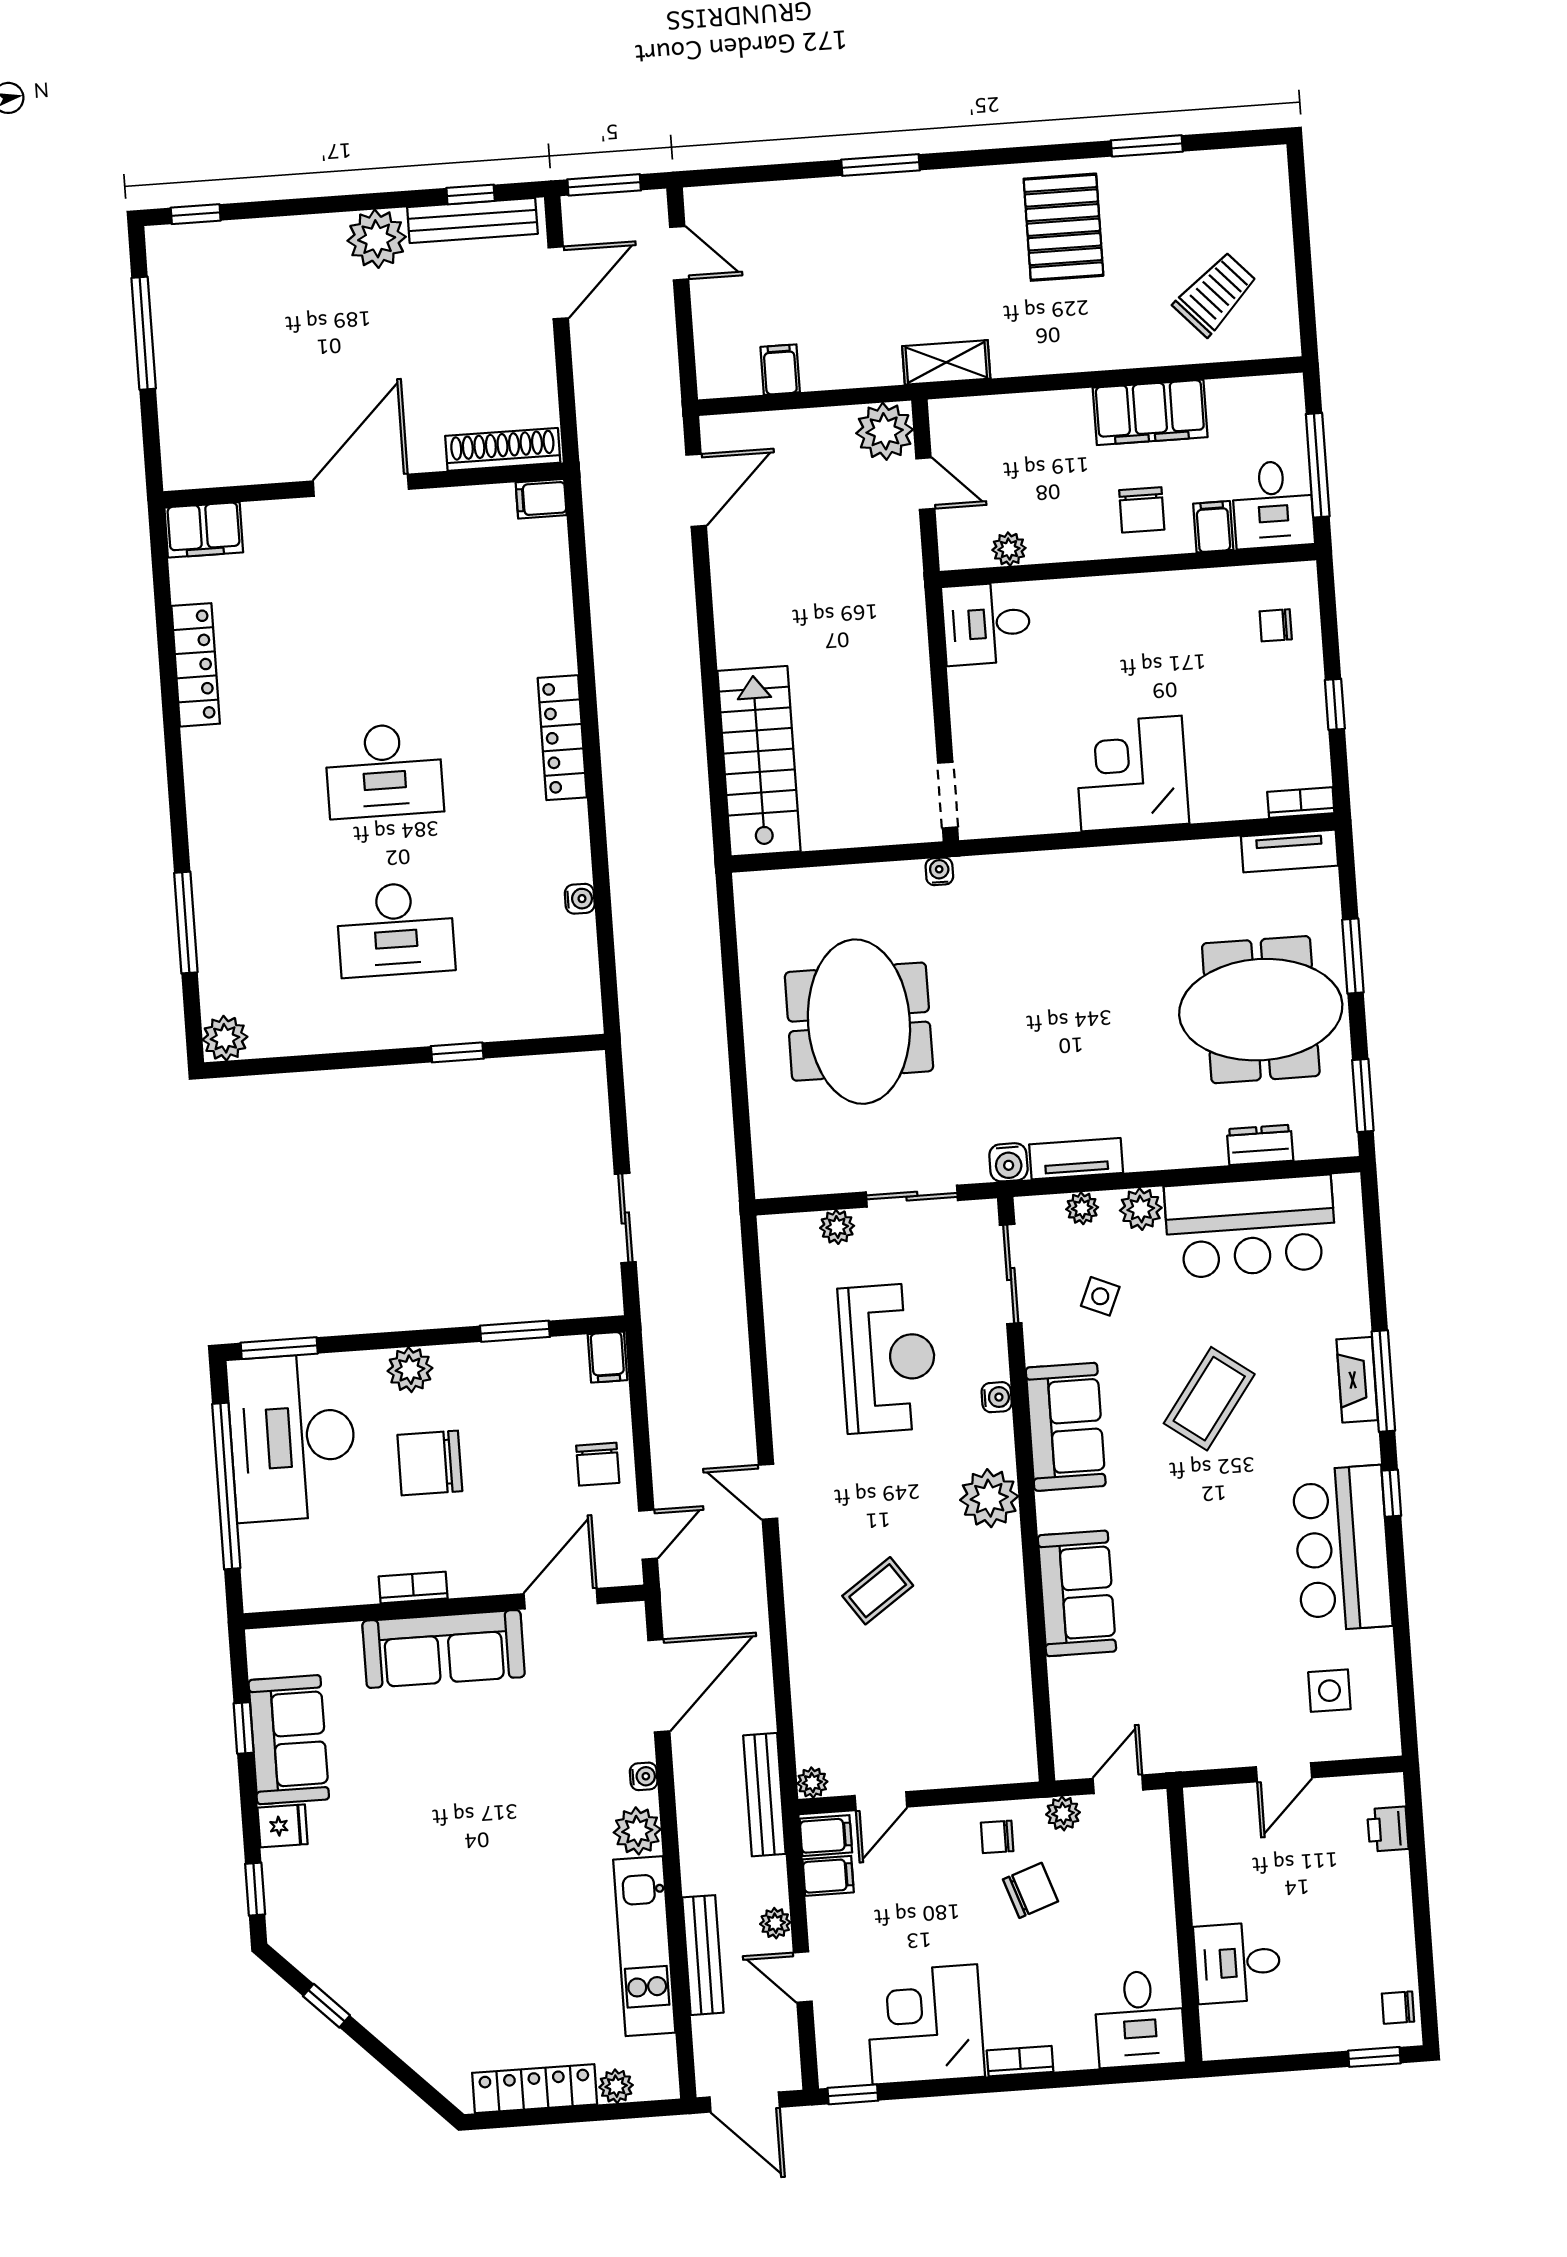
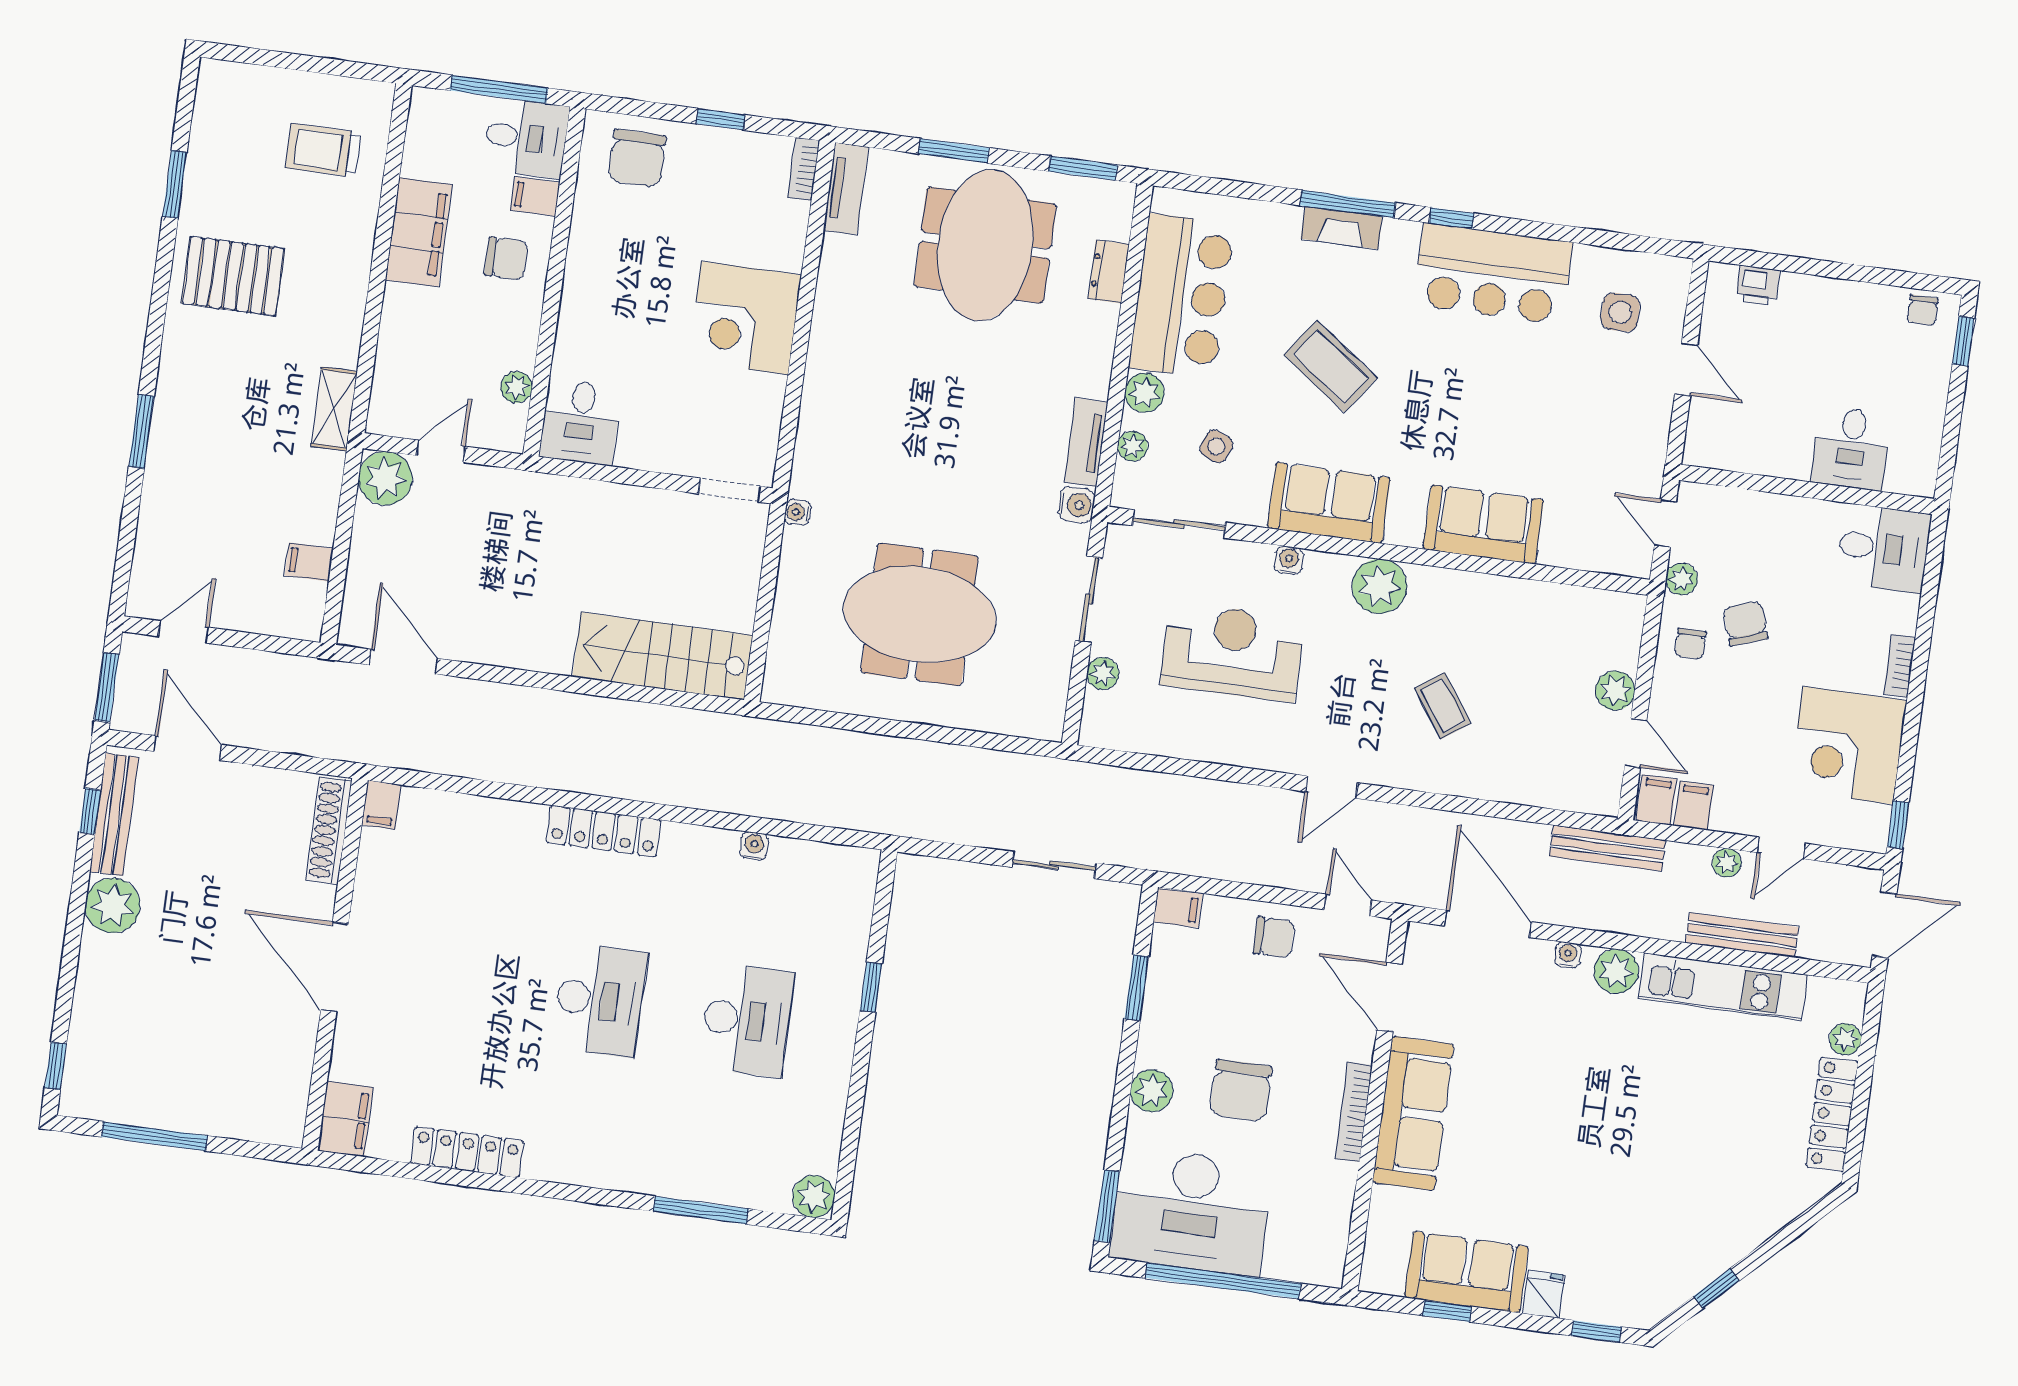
trolley: (1215, 294) -> (323, 150), turned -47
chair: (1276, 625) -> (637, 158), width x1.87, depth x1.87
bookcase: (413, 1587) -> (1354, 1112), width x1.56
plant: (812, 1783) -> (1615, 691), moved, width x1.38, depth x1.38

